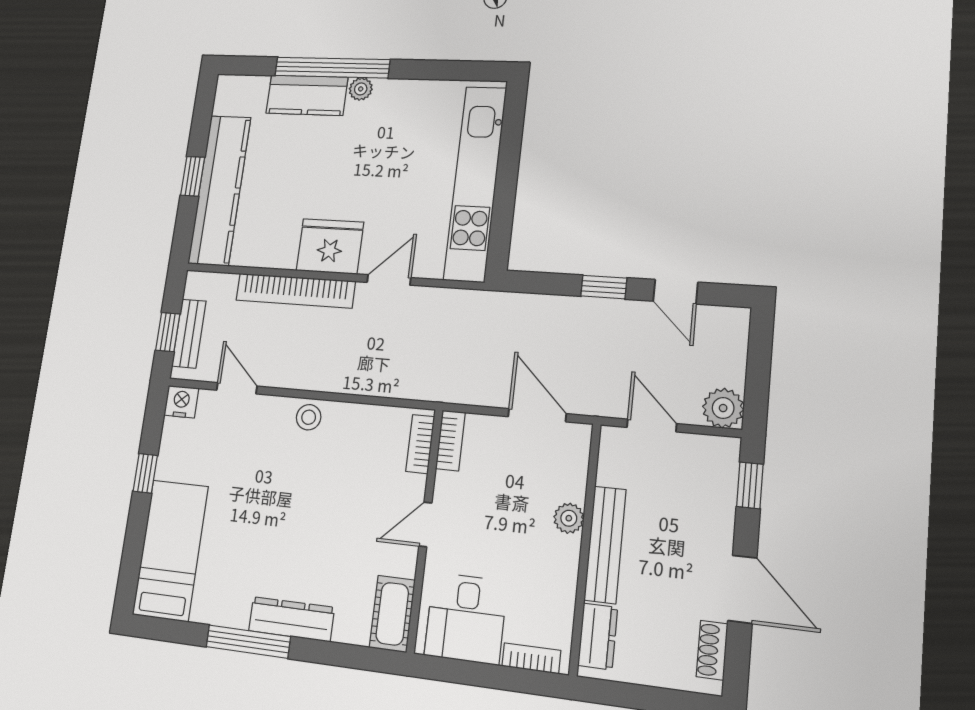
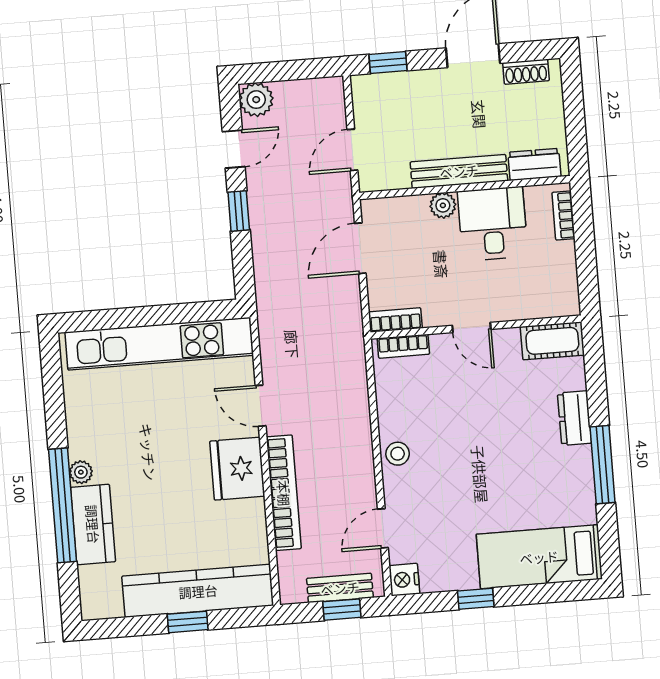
plant: (723, 408) -> (256, 100), moved
desk: (466, 618) -> (493, 224), moved, turned -90
dresser: (291, 619) -> (574, 418), width x0.70

